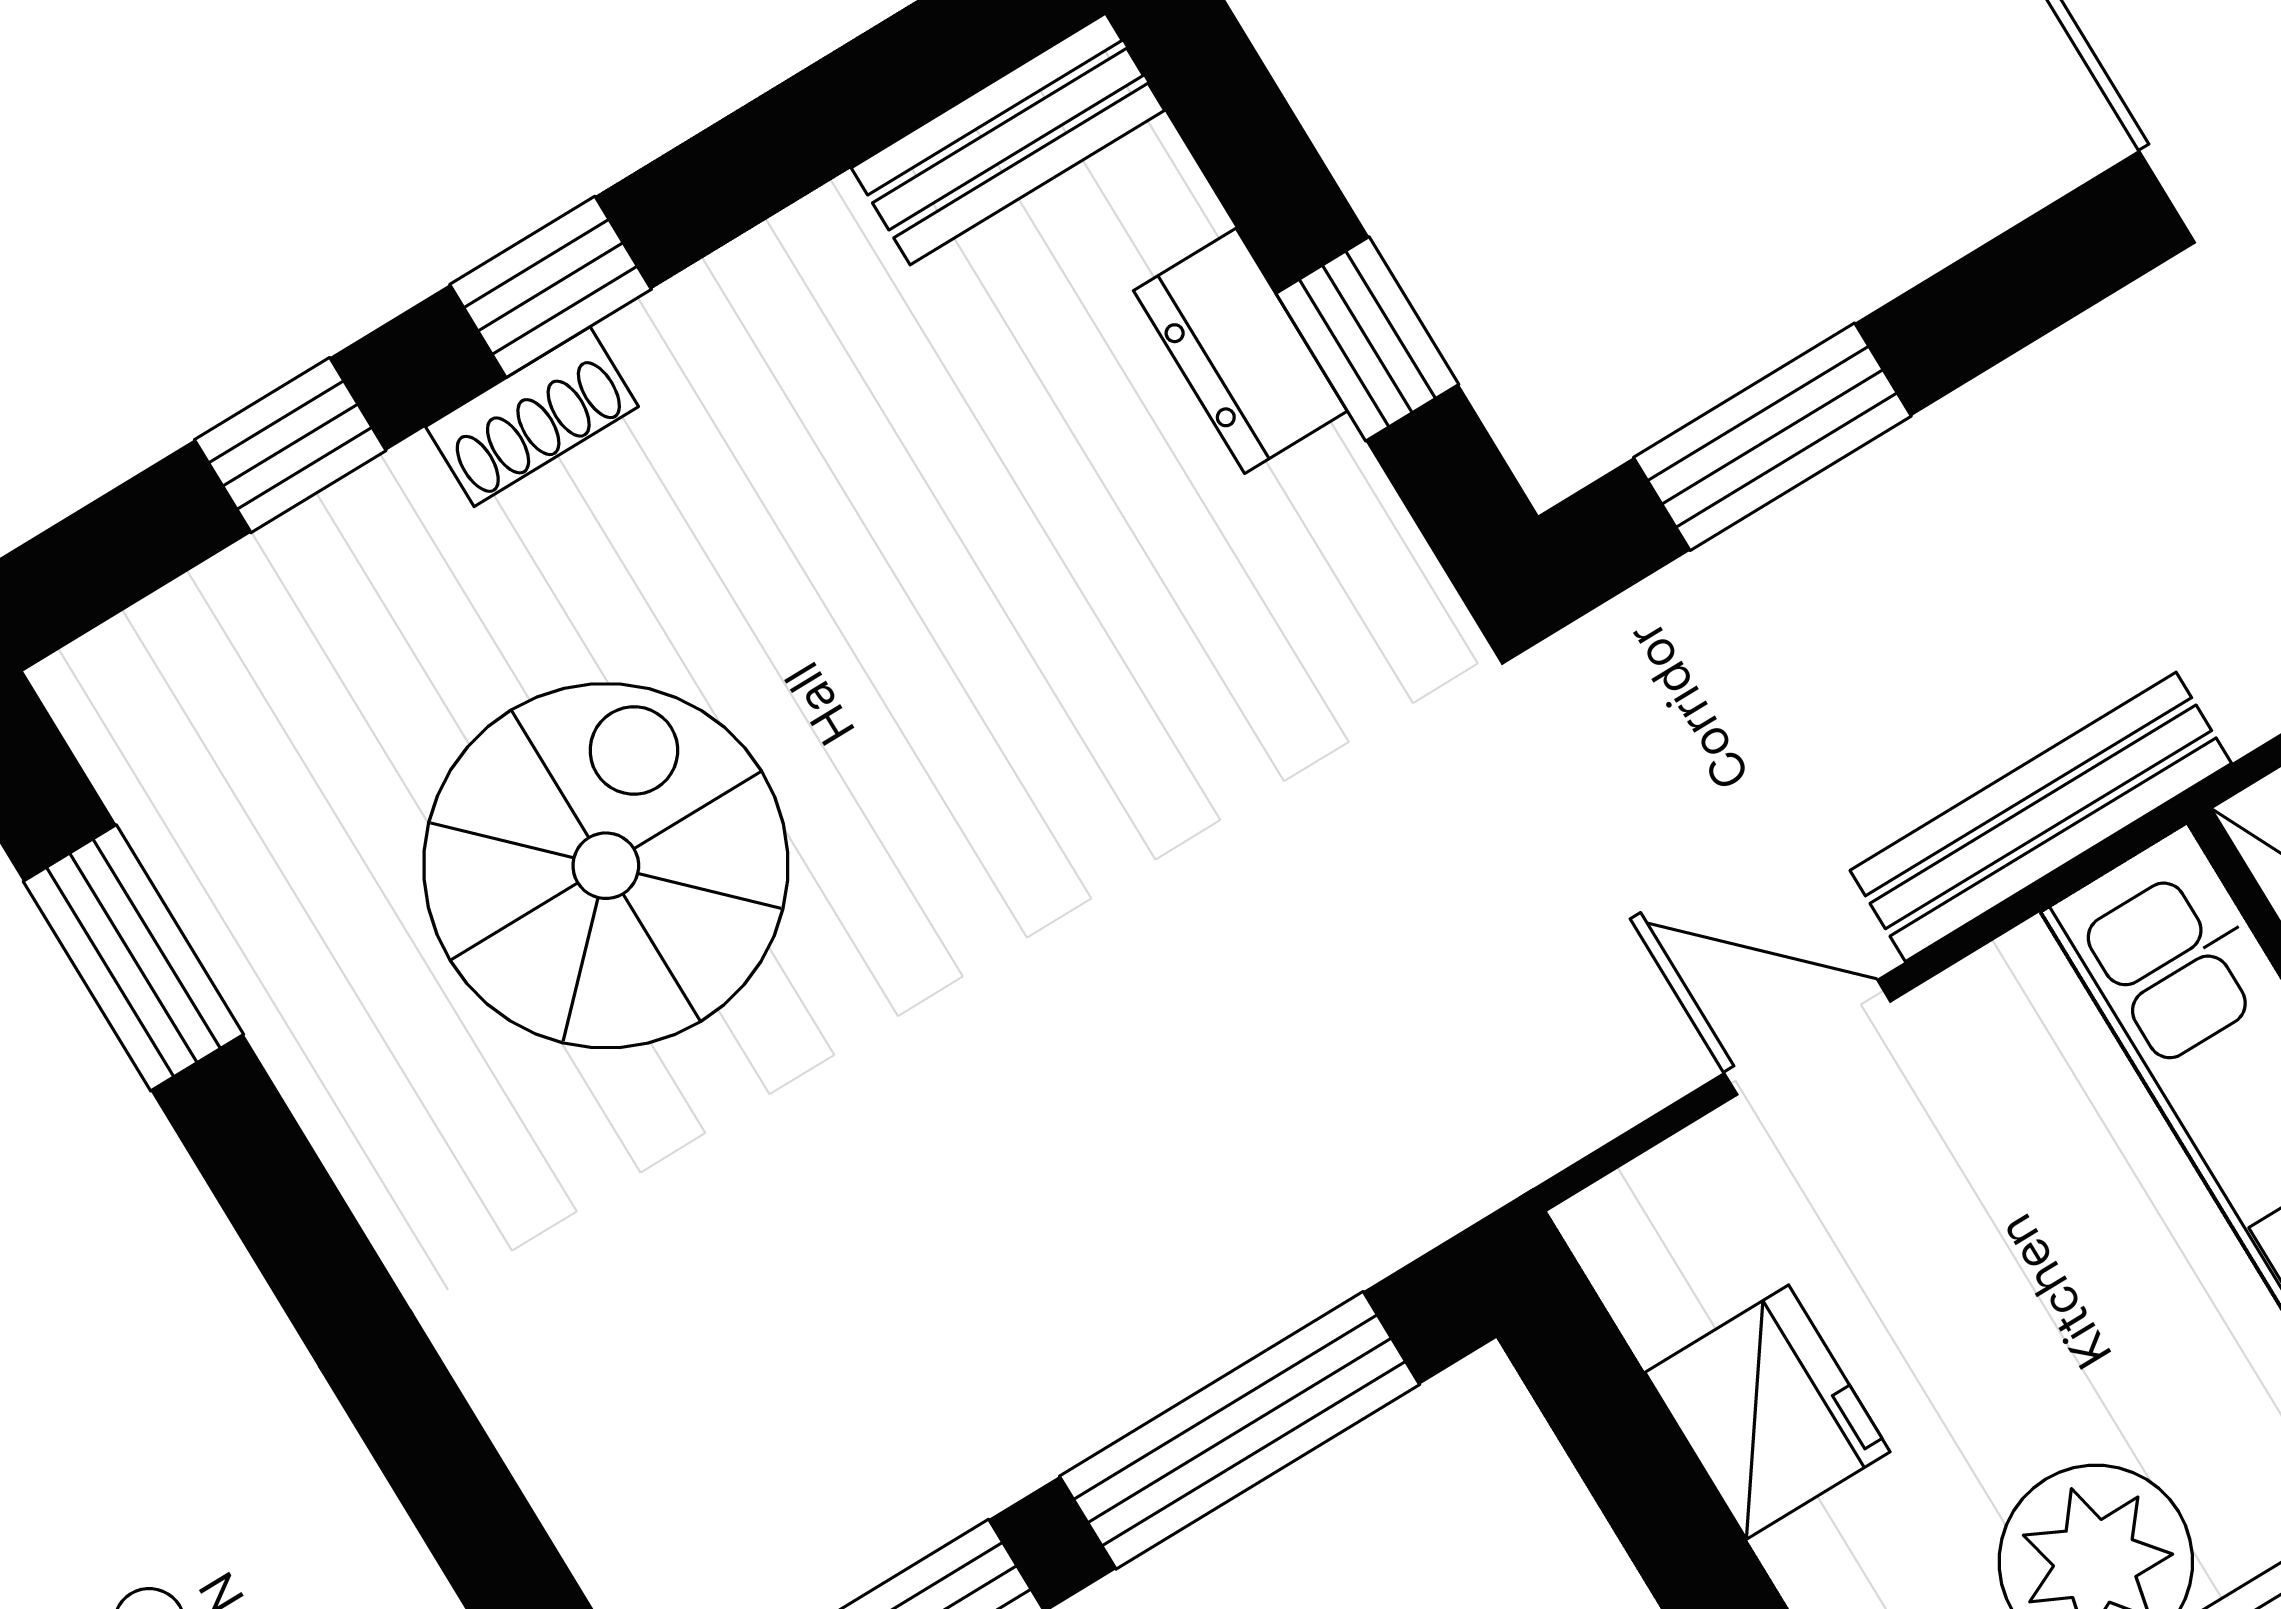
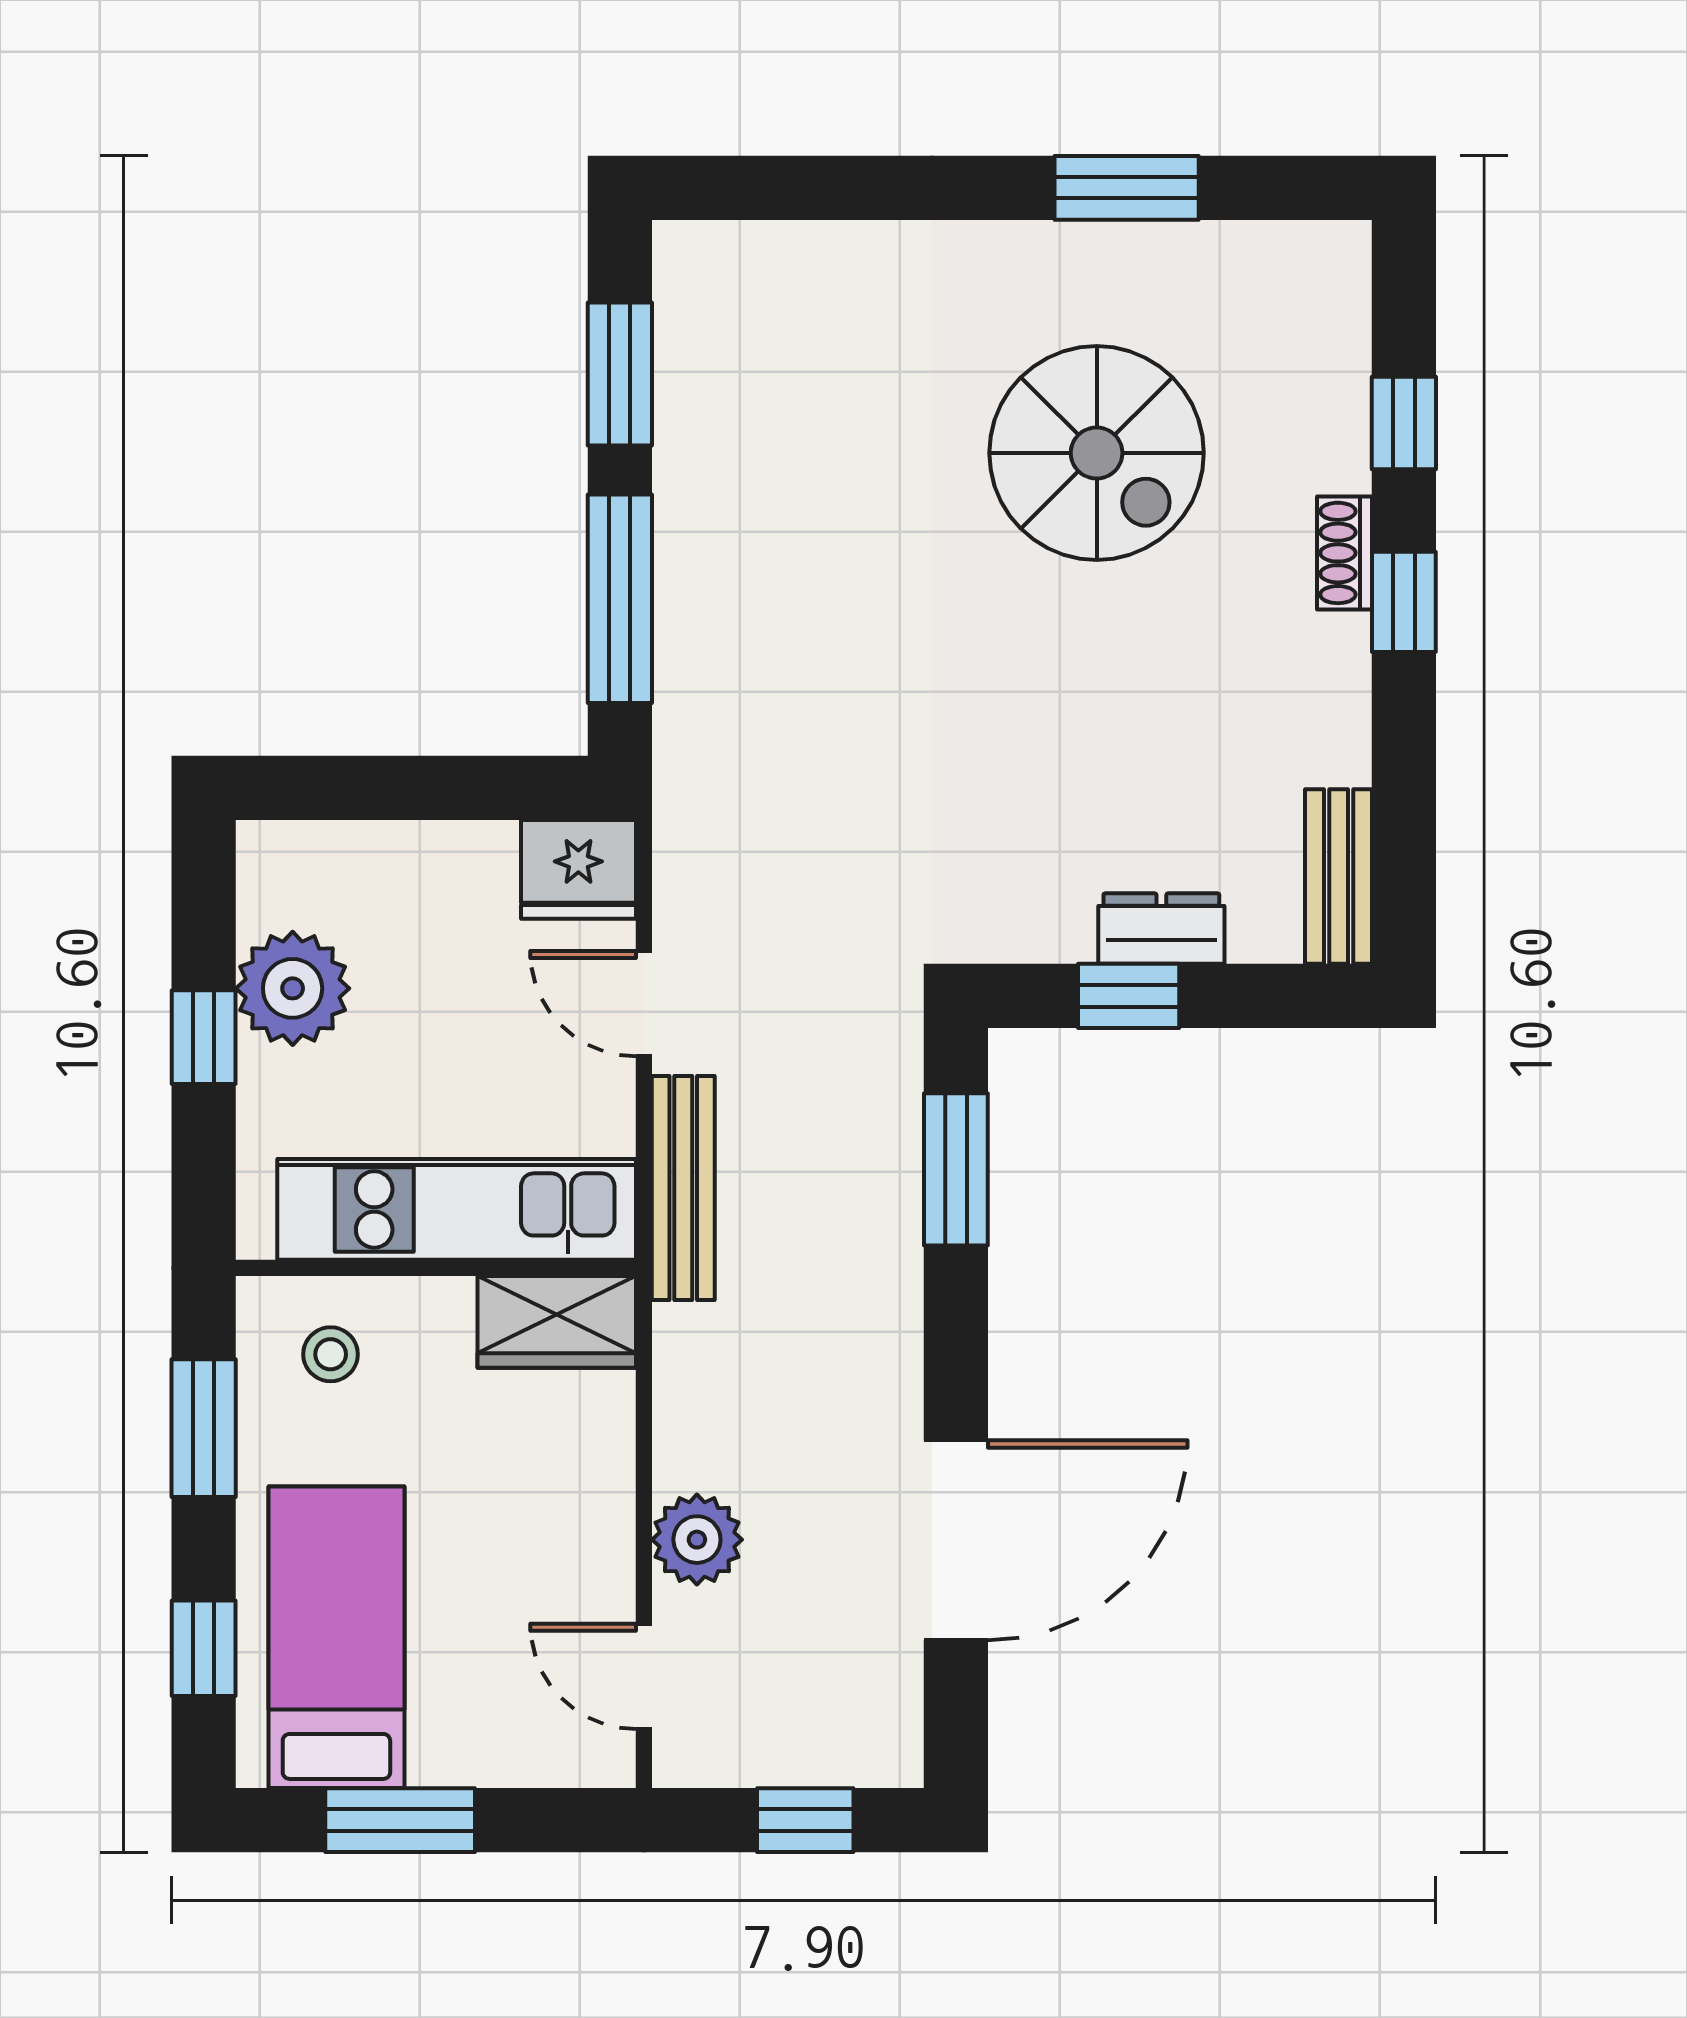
window: (133, 958) -> (1127, 188), moved
door: (1807, 1037) -> (644, 1004), swing flipped
fridge: (1768, 1412) -> (578, 869), moved

